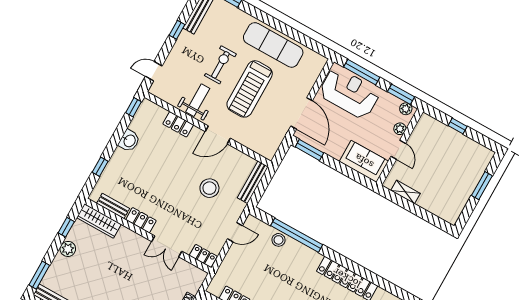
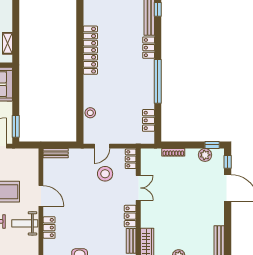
bench: (253, 182) -> (56, 153), width x0.73
stool: (209, 188) -> (105, 174), moved
door: (235, 232) -> (102, 146), swing flipped
window: (297, 235) -> (80, 102), removed

